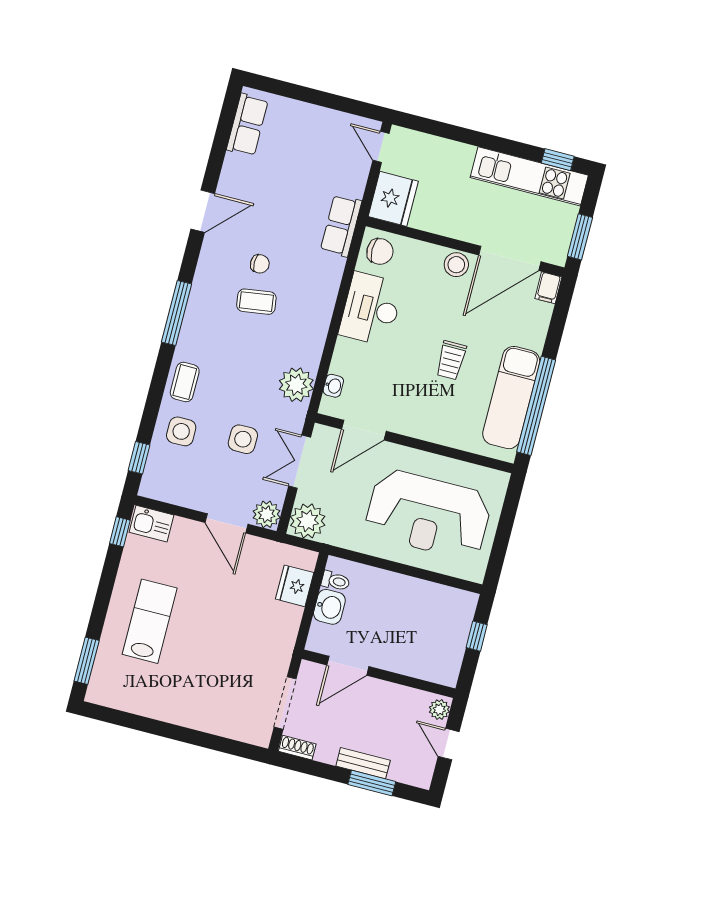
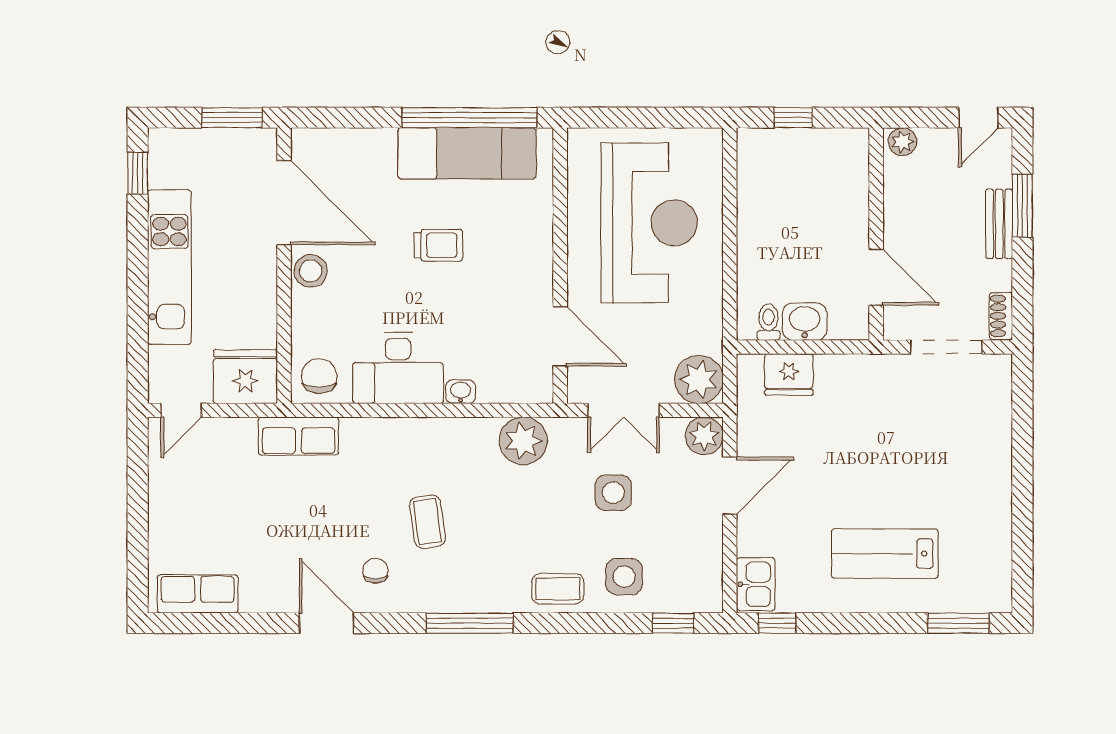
kitchen unit: (529, 176) -> (169, 267), moved
chair: (260, 264) -> (375, 571), moved
filing cabinet: (548, 288) -> (310, 142), removed
washbasin: (333, 386) -> (461, 392), moved
door: (449, 744) -> (978, 118), moved

